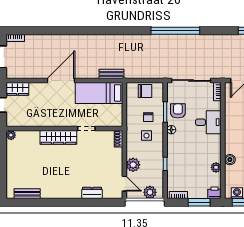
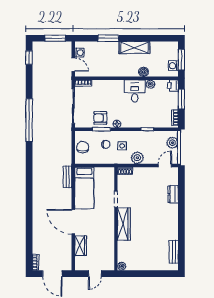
wardrobe: (17, 89) -> (81, 246), moved
desk: (208, 122) -> (135, 91), moved
plant: (133, 165) -> (137, 158), moved

